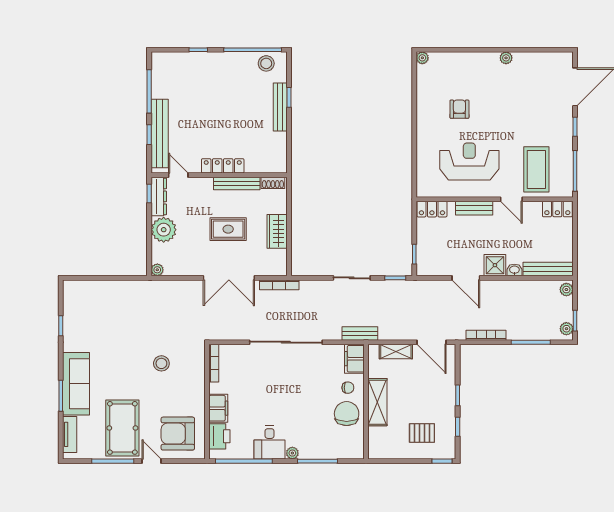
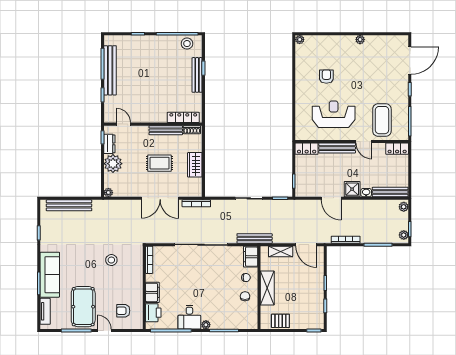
bench: (160, 133) -> (110, 70), moved
locker: (223, 166) -> (183, 117), moved
dresser: (159, 196) -> (109, 144), width x0.70
bench: (474, 208) -> (337, 148), width x1.36
bench: (103, 288) -> (69, 205), added
bench: (360, 333) -> (255, 238), width x1.36
chair: (347, 414) -> (245, 296), width x0.54, depth x0.54
pallet: (422, 433) -> (280, 321), moved
armchair: (178, 434) -> (123, 311), width x0.53, depth x0.53

